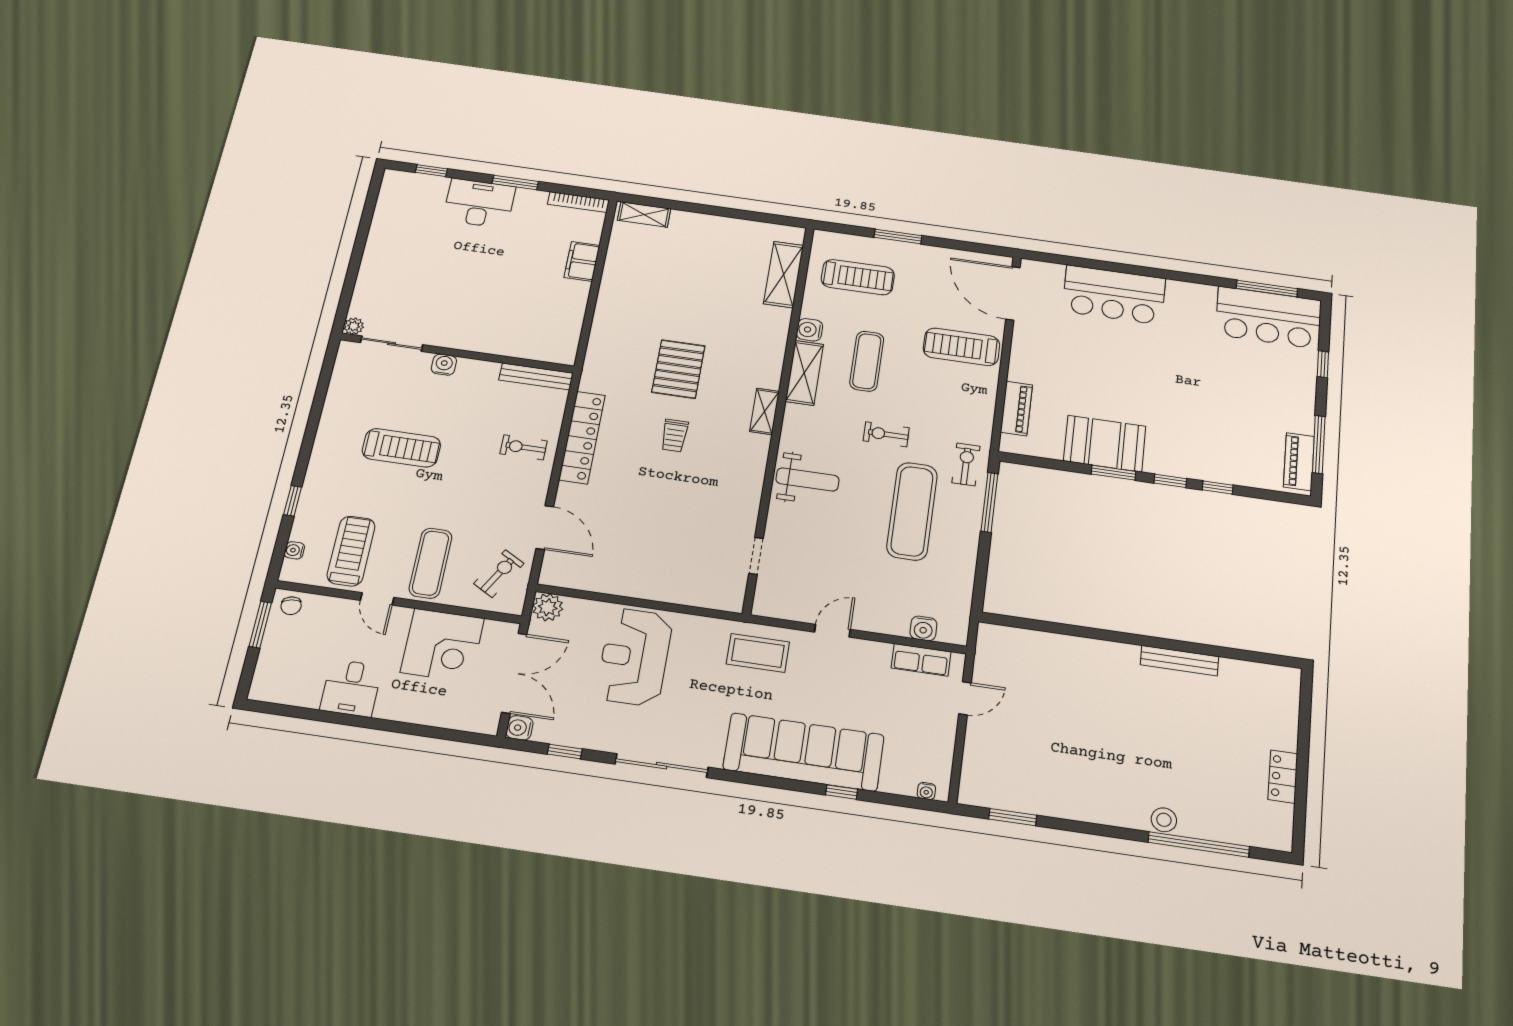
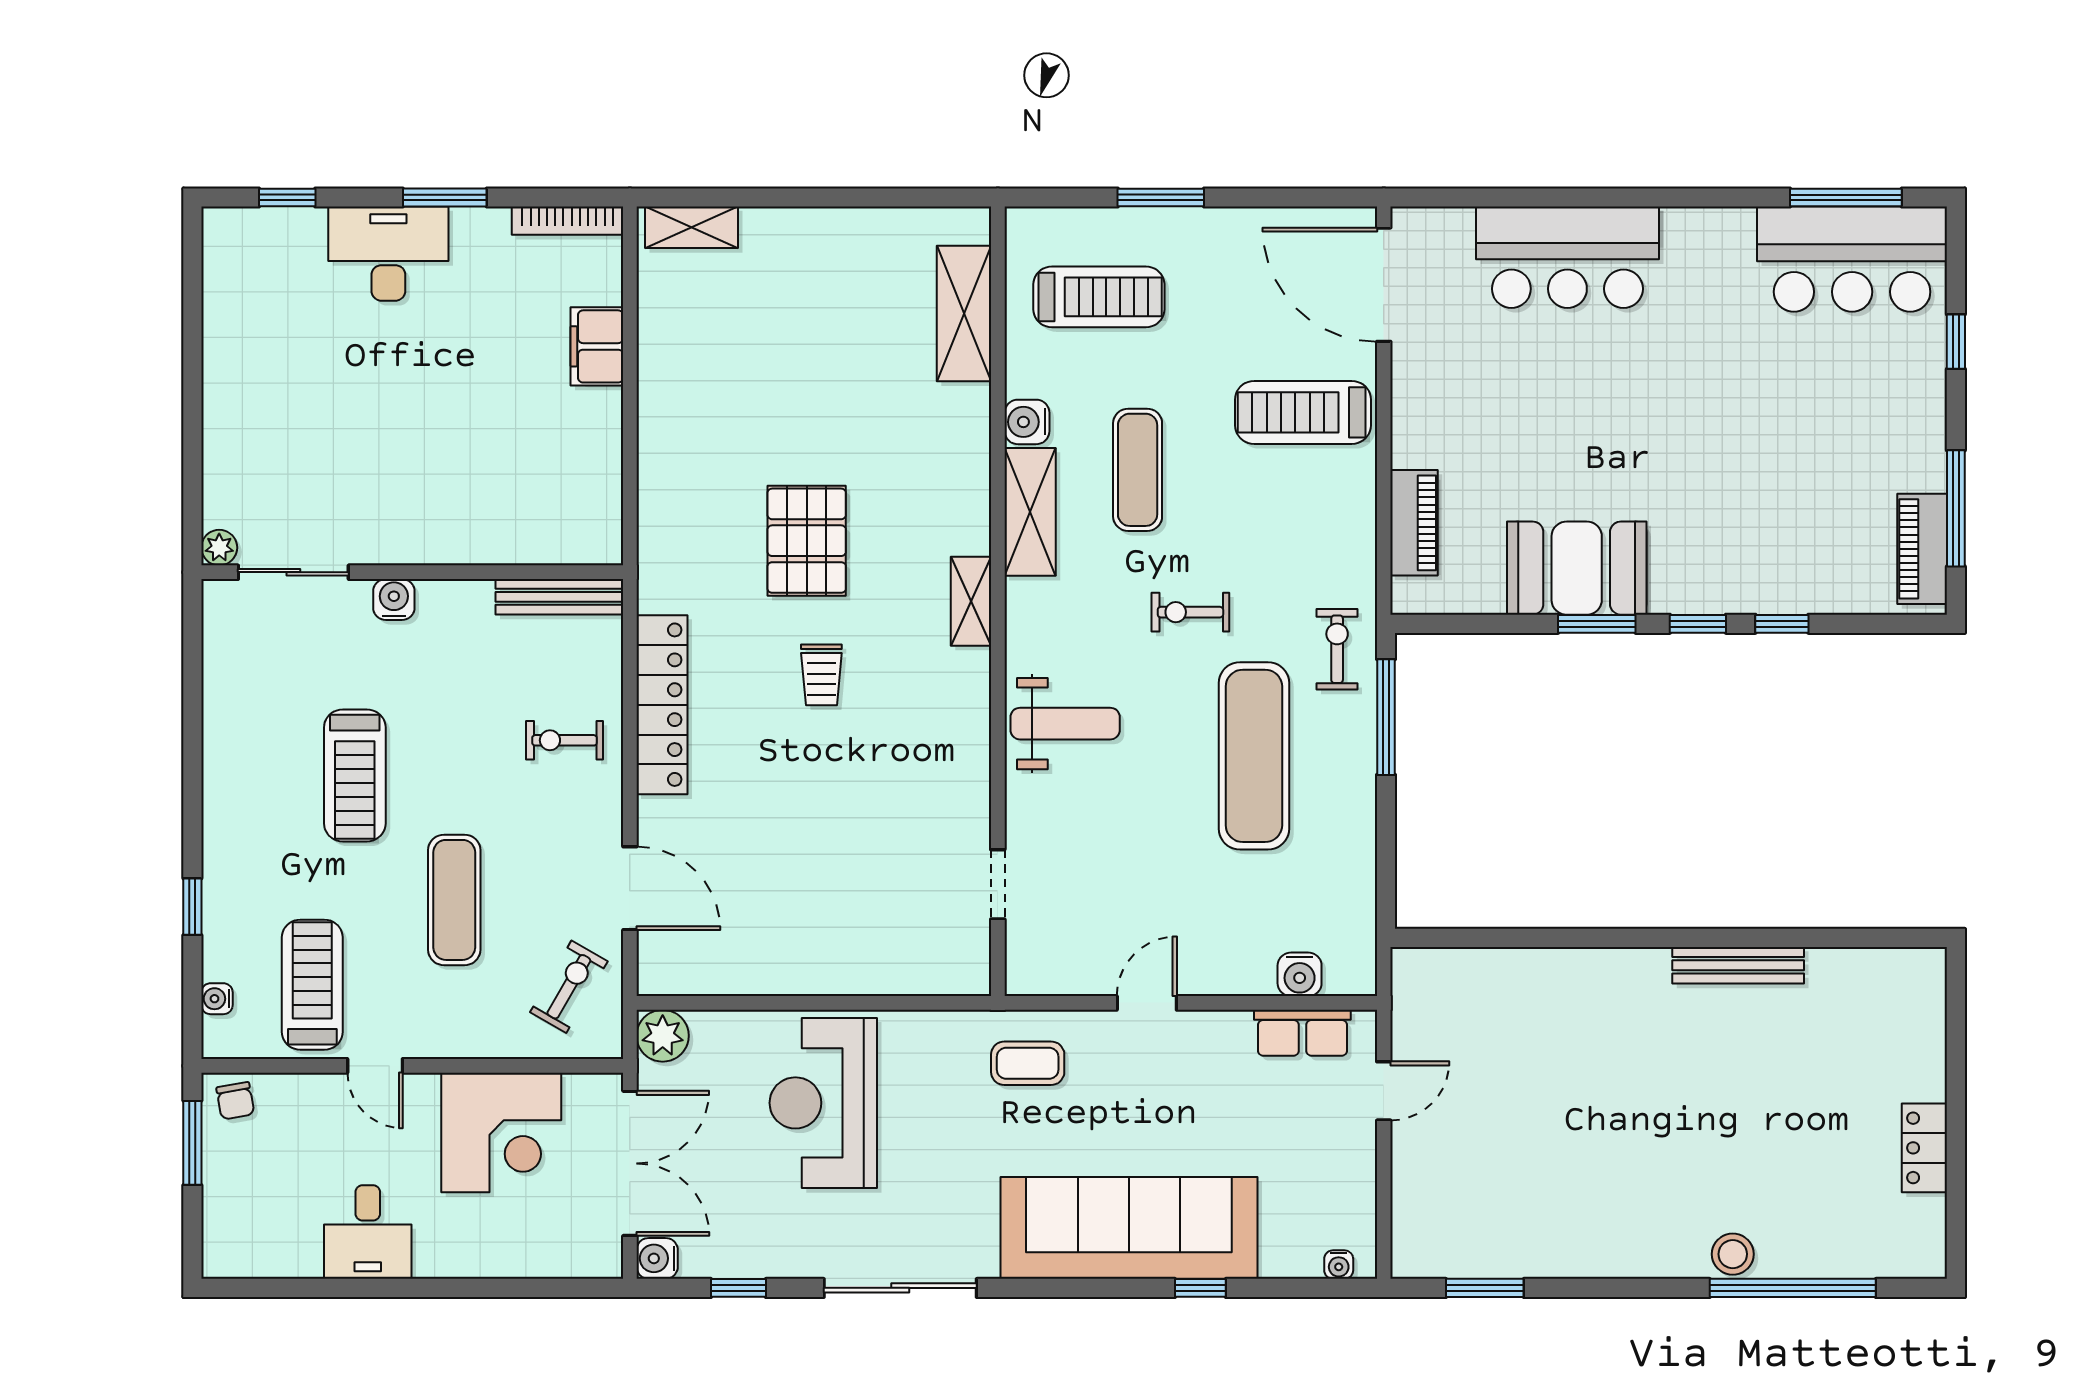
treadmill: (401, 448) -> (355, 775), turned 90
exercise mat: (431, 563) -> (454, 900), moved
coffee table: (758, 653) -> (1028, 1063), width x0.73, depth x0.77

